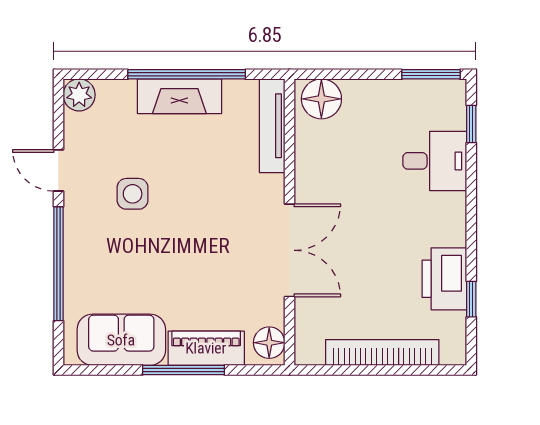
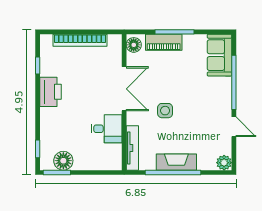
floor lamp: (321, 99) -> (63, 161), moved
desk: (435, 161) -> (107, 129), moved, turned 180
side table: (133, 194) -> (165, 111), moved
double door: (290, 250) -> (124, 89), swing flipped
printer: (444, 279) -> (50, 92), moved
sofa: (121, 340) -> (220, 55), moved, turned 90

